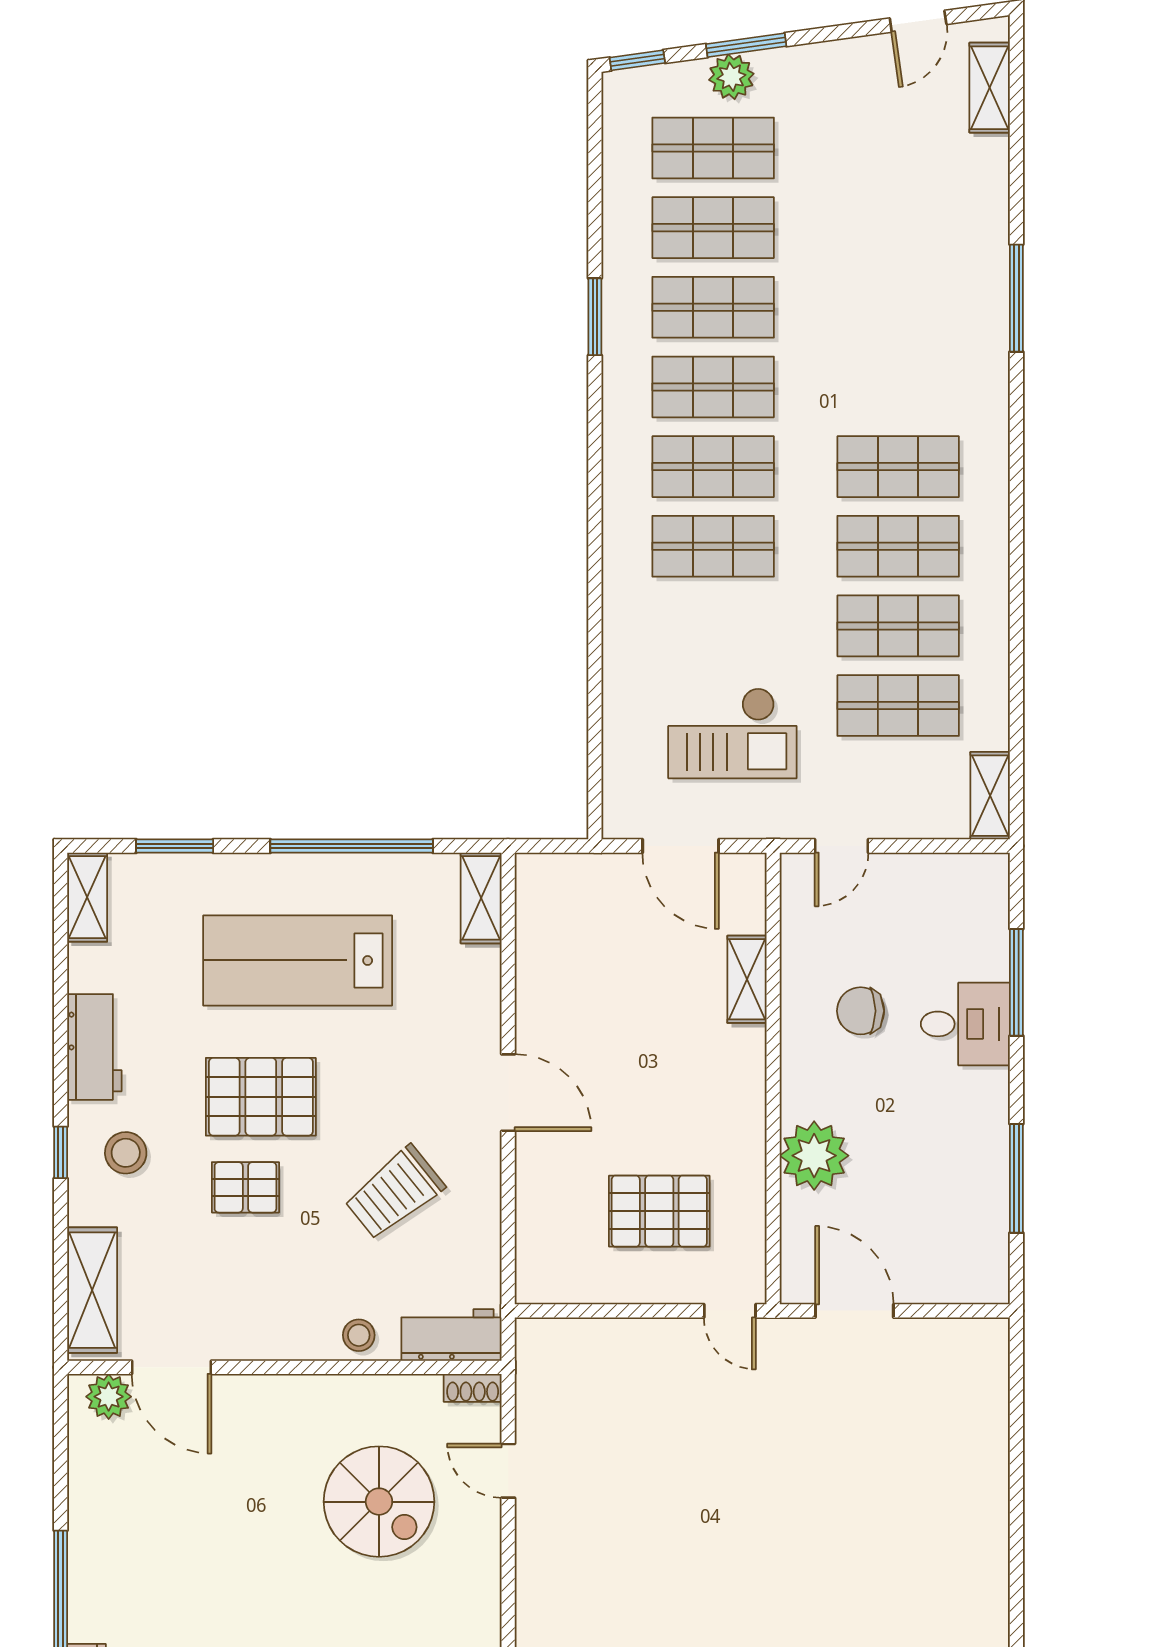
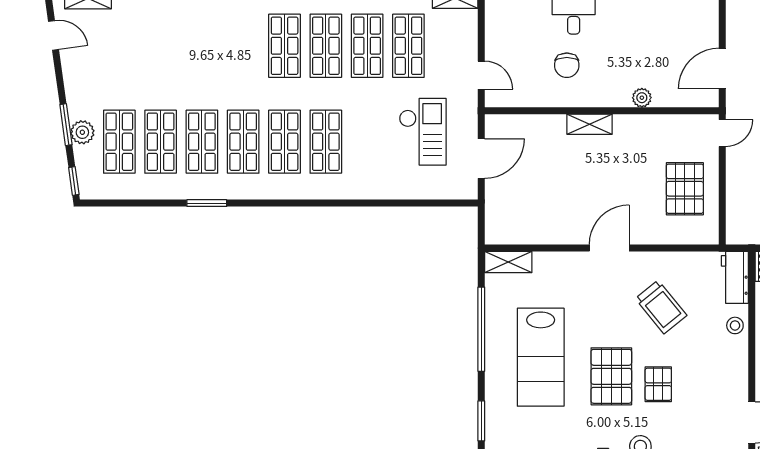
shelving: (747, 979) -> (590, 124), moved
plant: (814, 1156) -> (642, 98), width x0.53, depth x0.53
pallet: (659, 1211) -> (685, 189), moved

